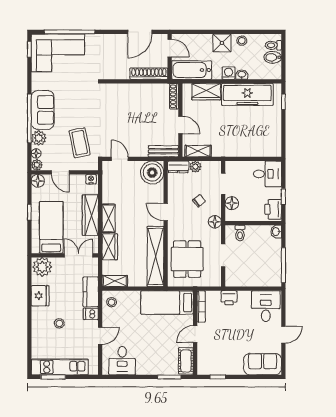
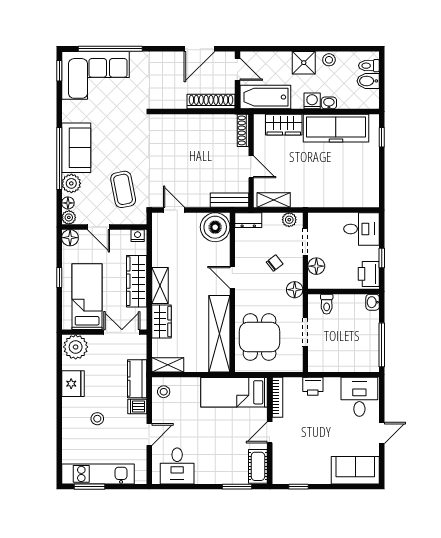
plant: (195, 167) -> (289, 220), moved

